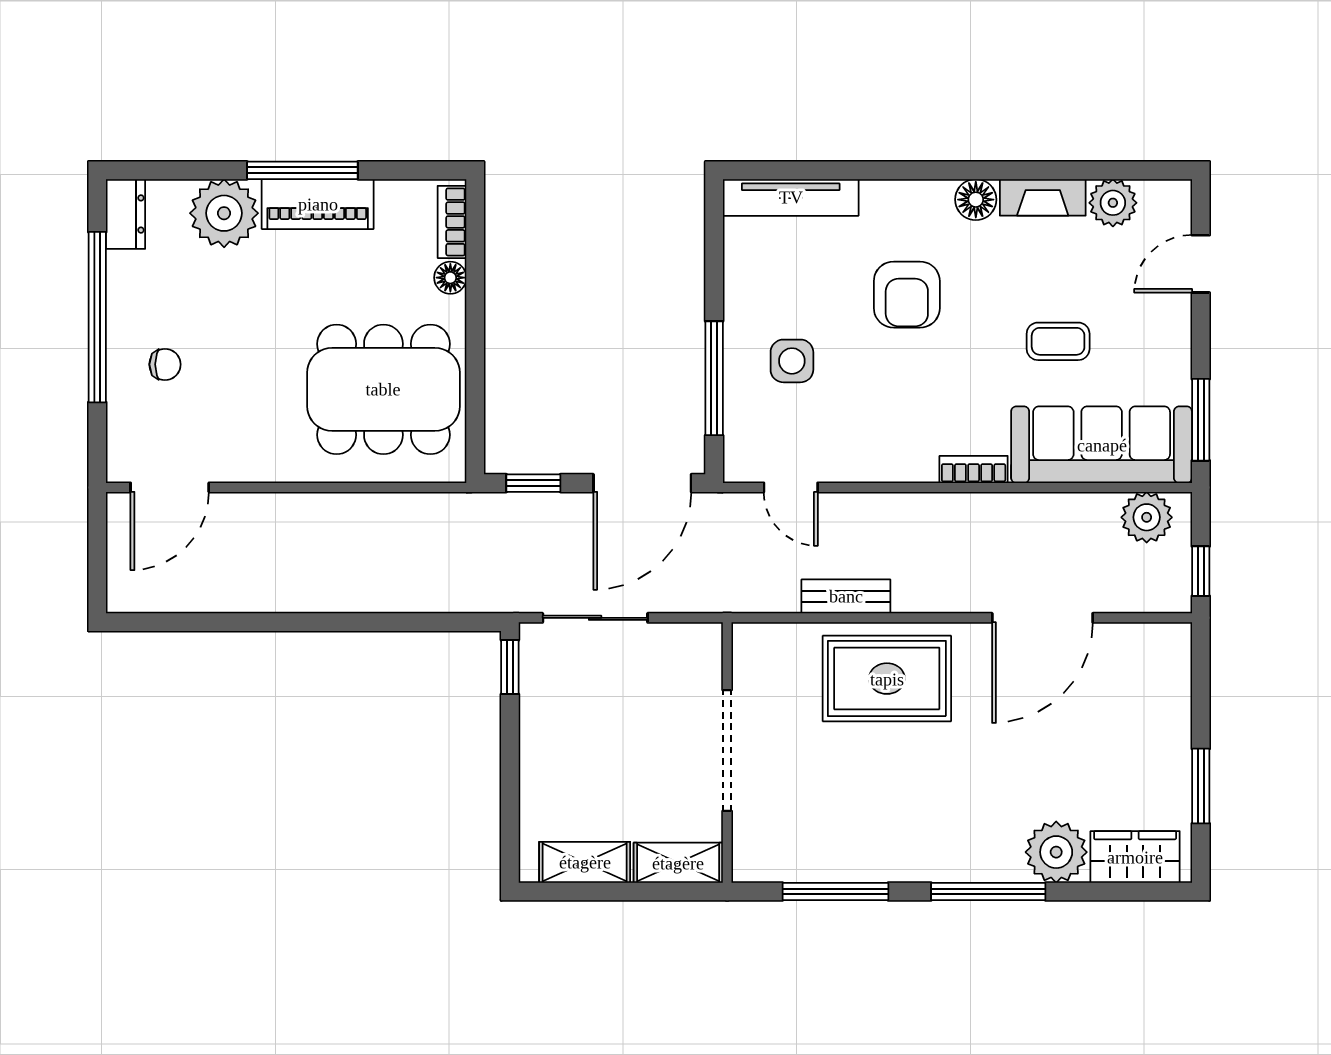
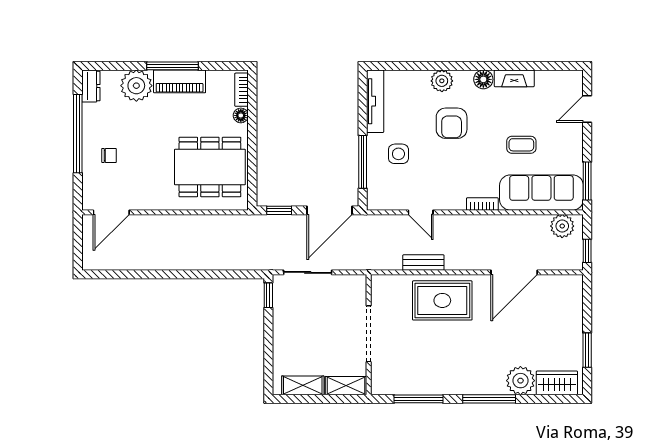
tv unit: (791, 197) -> (375, 101), moved, turned -90
plant: (1113, 203) -> (442, 81), moved
door: (791, 487) -> (421, 212), moved

